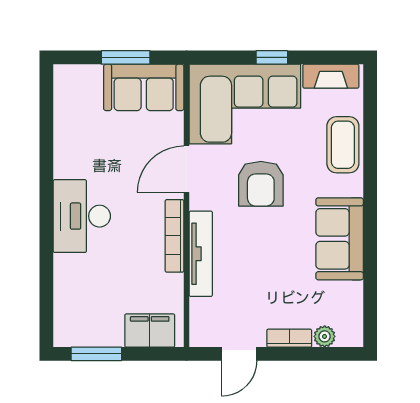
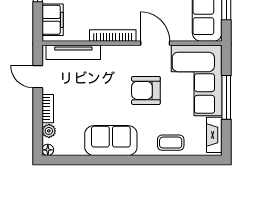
window: (272, 57) -> (226, 97), width x2.17
coffee table: (343, 145) -> (171, 143), width x0.73, depth x0.77
tv unit: (201, 254) -> (73, 52), moved
floor lamp: (354, 338) -> (48, 150), added

